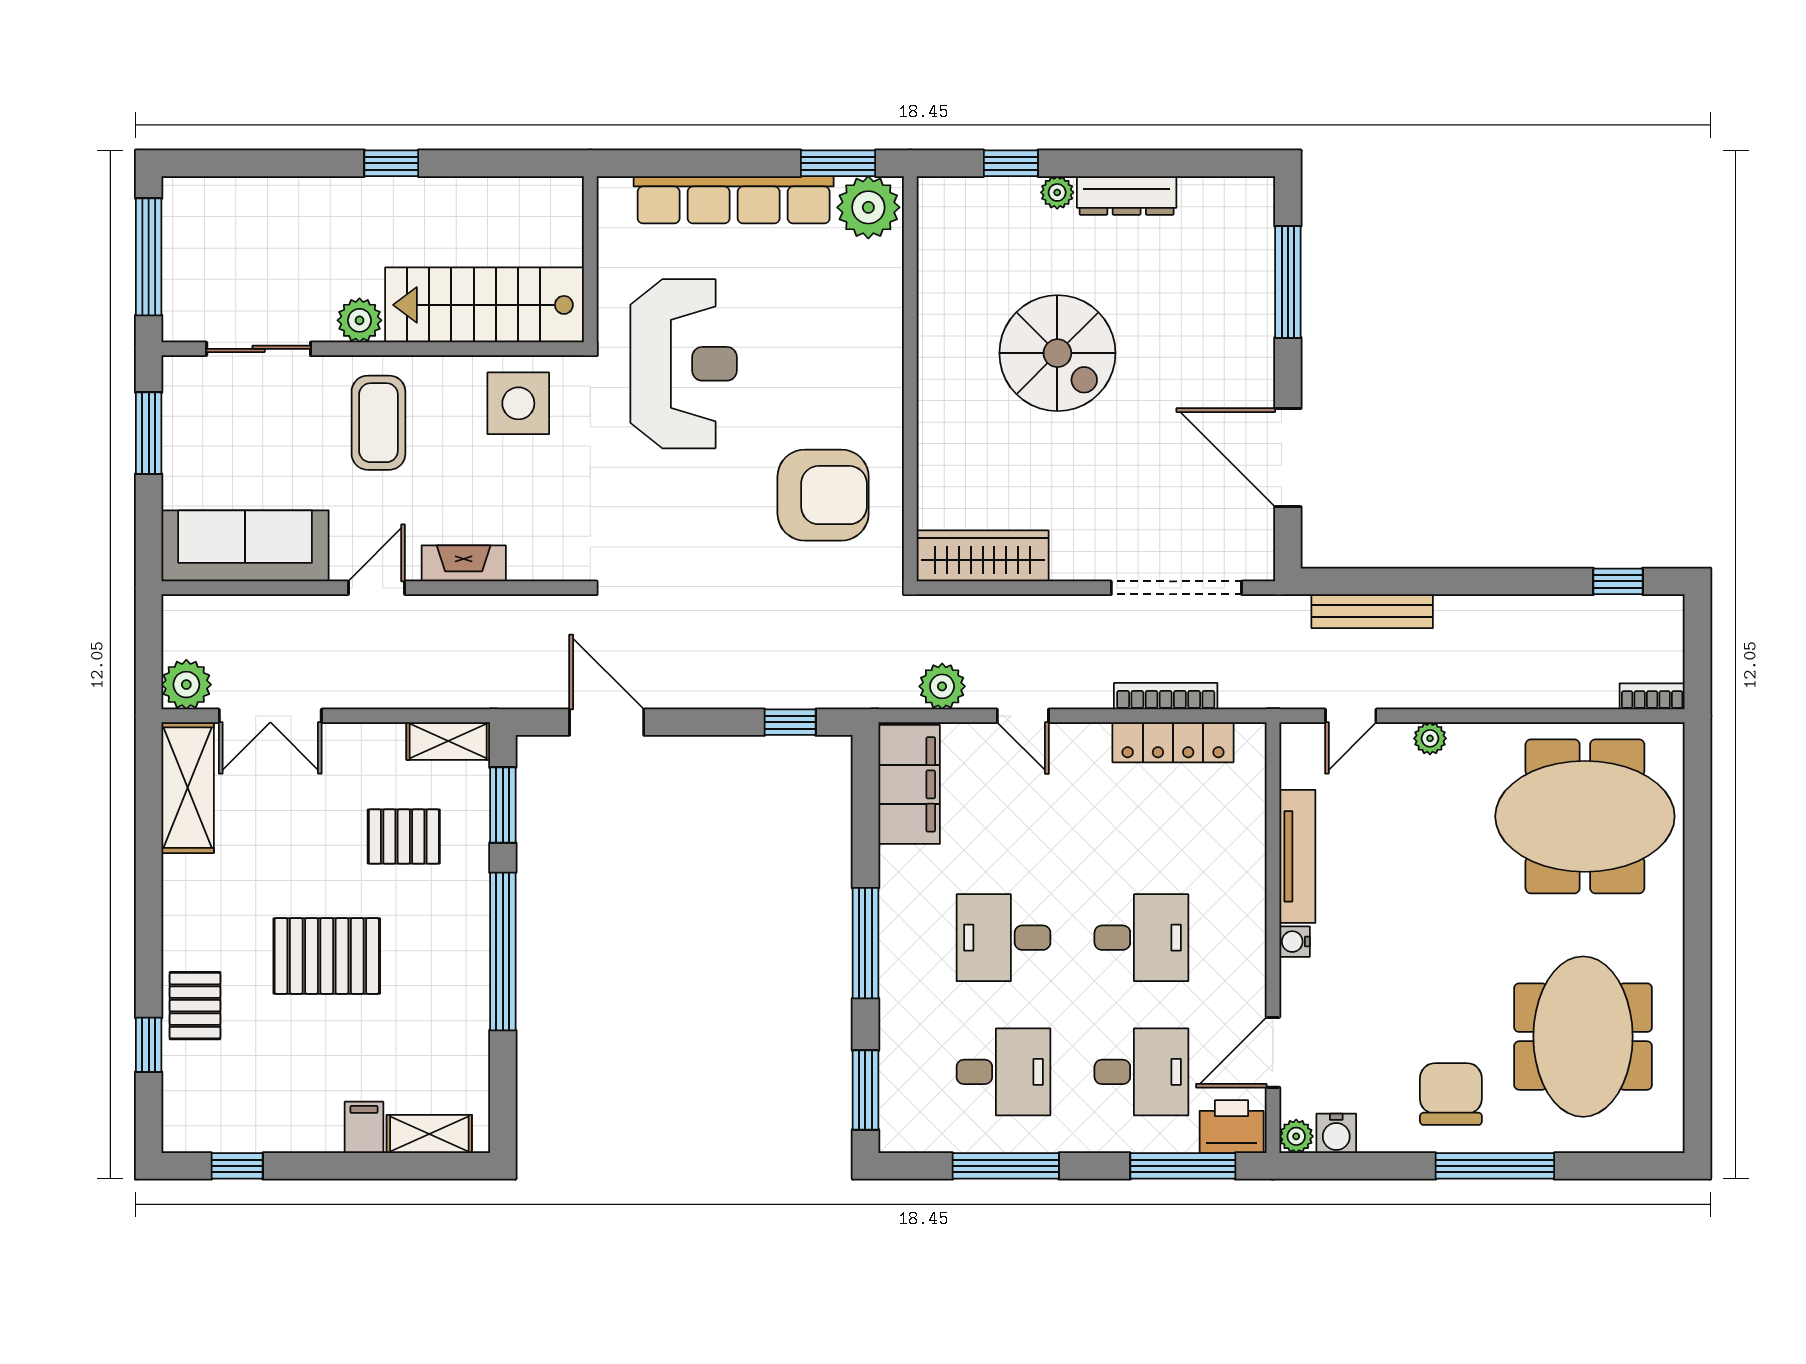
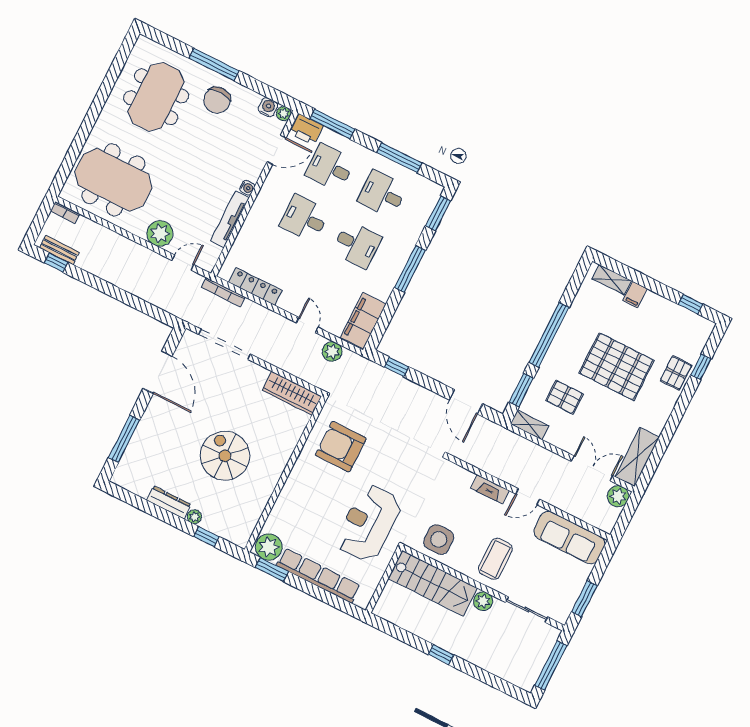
bench: (1372, 611) -> (59, 250), moved, width x0.73
bookcase: (1166, 696) -> (223, 292), moved
plant: (1430, 738) -> (160, 234), width x1.88, depth x1.88
pallet: (327, 956) -> (617, 367), width x1.37, depth x1.41

